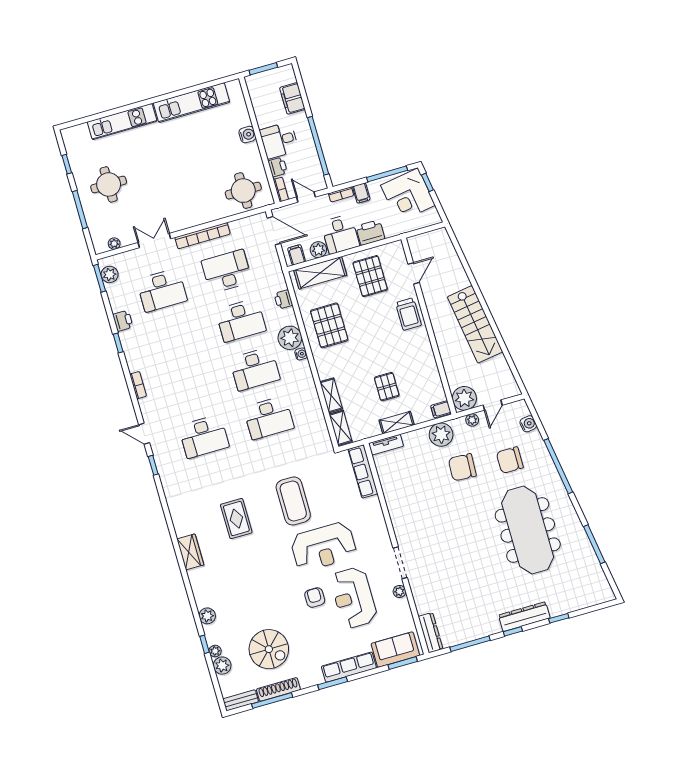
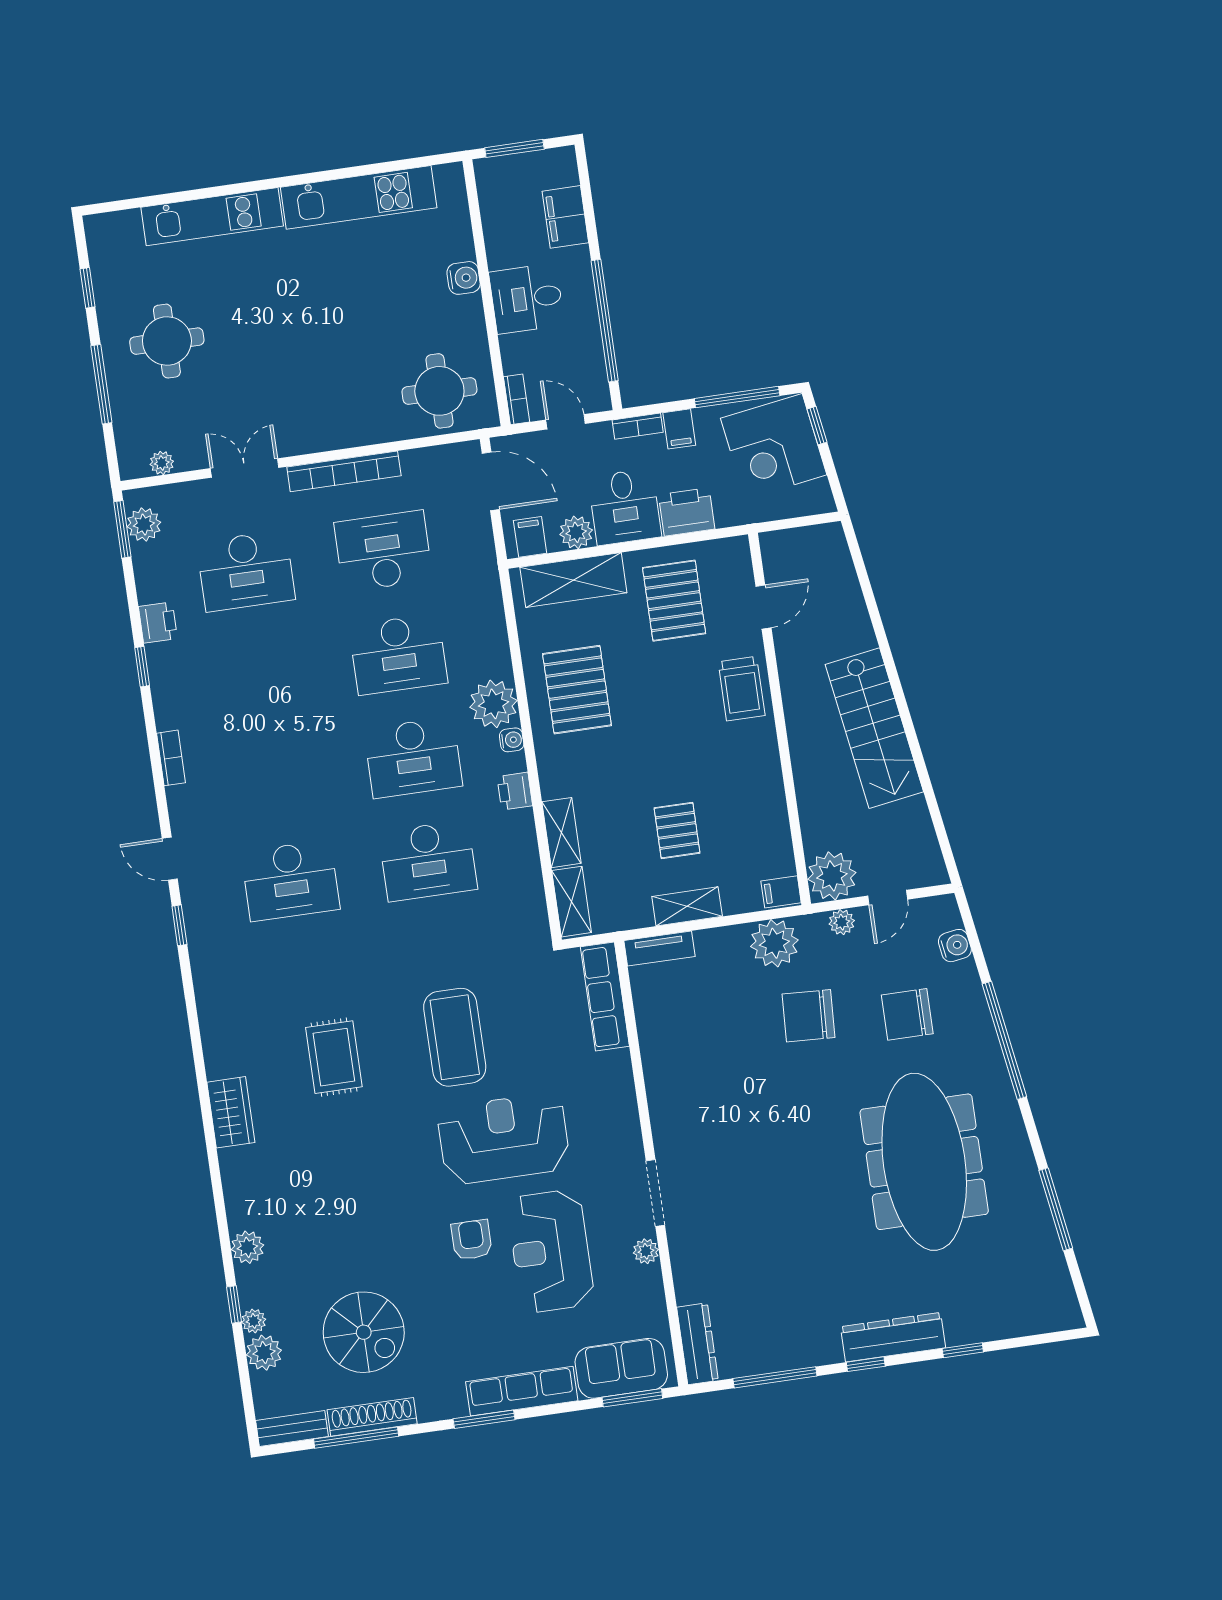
printer: (278, 167) -> (516, 353), removed
printer: (283, 299) -> (515, 791), moved
reception desk: (323, 547) -> (504, 1139), turned 180

